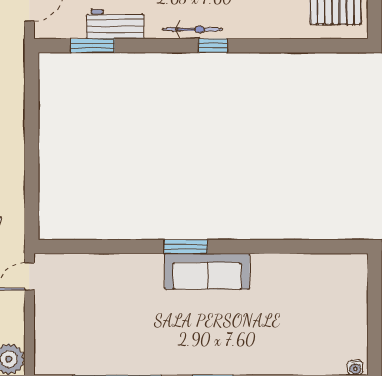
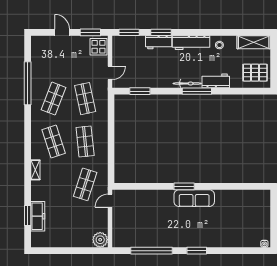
workbench: (115, 24) -> (216, 81), moved
window: (213, 46) -> (197, 91), width x2.17

